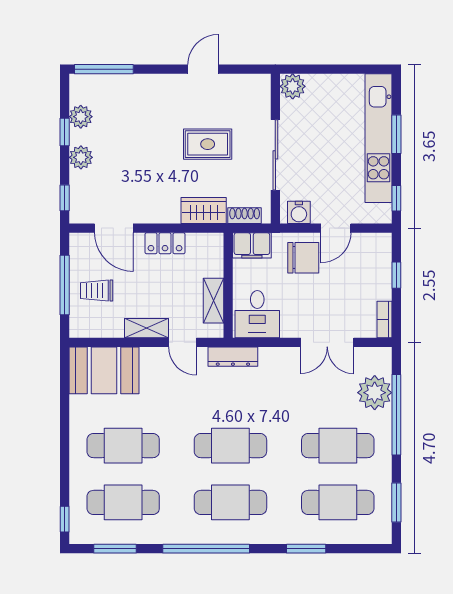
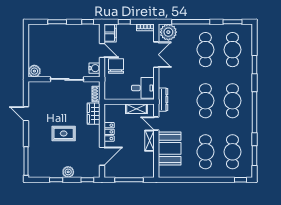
plant: (81, 117) -> (49, 172), removed
kitchen unit: (379, 138) -> (59, 30), removed
rug: (208, 144) -> (64, 133), moved, turned 90
filing cabinet: (252, 245) -> (110, 33), moved
trolley: (97, 291) -> (132, 164), removed
door: (183, 342) -> (156, 124), swing flipped
booth: (104, 370) -> (170, 148), moved
plant: (375, 393) -> (168, 32), moved

